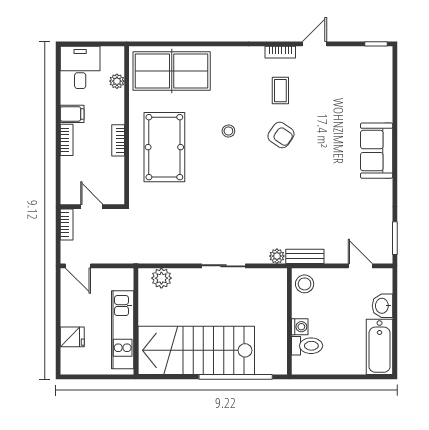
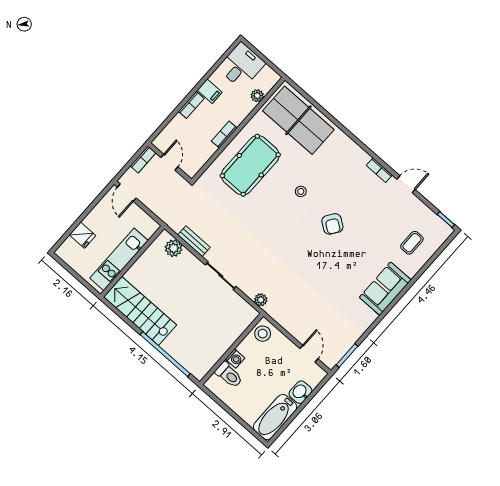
coffee table: (280, 91) -> (412, 243), moved
bench: (305, 256) -> (194, 241), moved
stairs: (196, 350) -> (140, 311), width x0.73, depth x0.66

